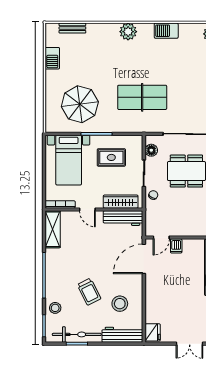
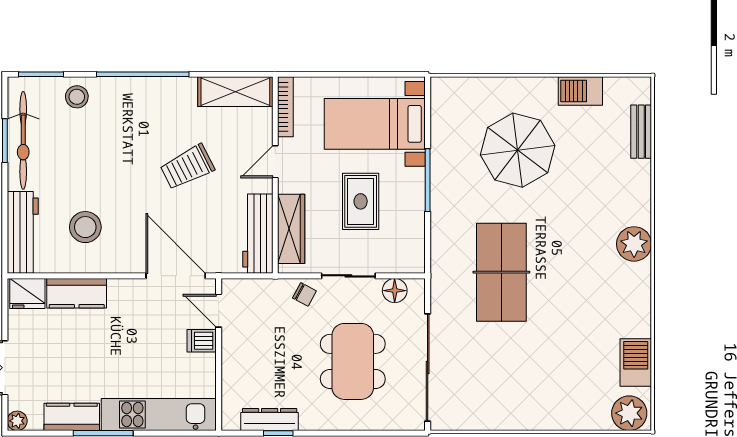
barbecue: (166, 31) -> (636, 362), moved
parasol: (80, 104) -> (518, 150), moved
rug: (111, 157) -> (361, 201), moved
trolley: (89, 292) -> (187, 167), moved
kitchen counter: (153, 308) -> (77, 293), added

